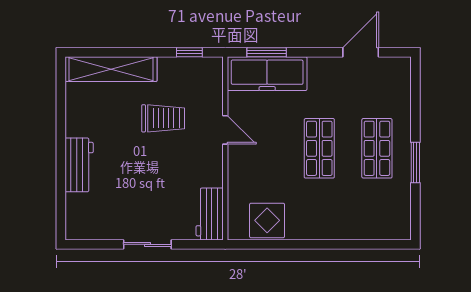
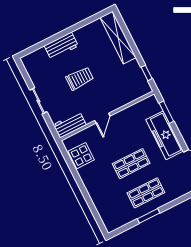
freezer: (267, 74) -> (165, 135), moved
trolley: (163, 118) -> (80, 78), moved, turned -90
door: (225, 130) -> (102, 118), moved

